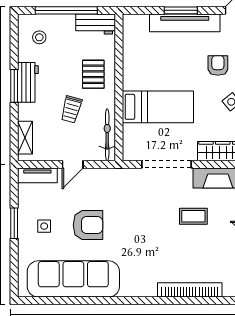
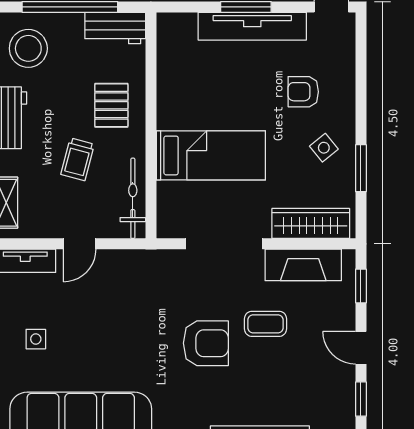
stool: (39, 37) -> (28, 48), width x1.89, depth x1.89
armchair: (218, 65) -> (303, 92), turned -90
armchair: (88, 225) -> (206, 343), moved

